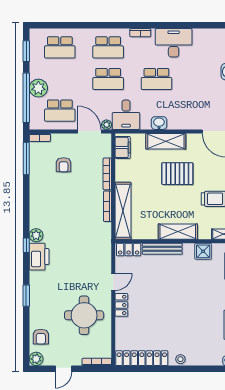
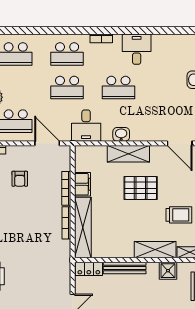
desk: (174, 43) -> (137, 49), width x0.73
plant: (106, 125) -> (65, 136), removed
filing cabinet: (123, 147) -> (83, 184), moved
shelving: (178, 232) -> (155, 250), moved

